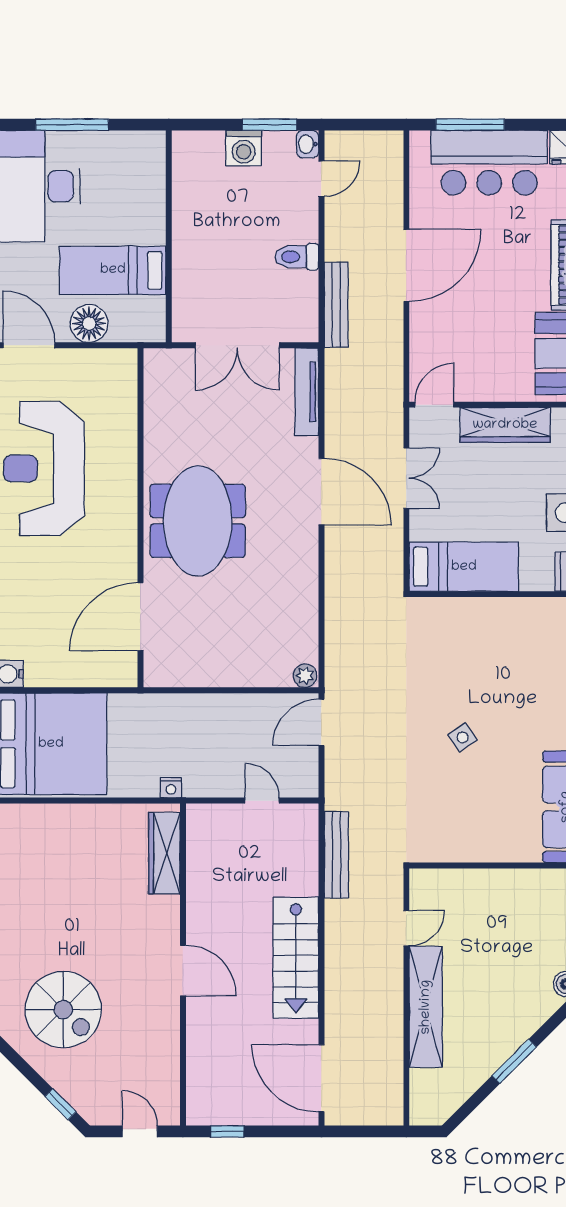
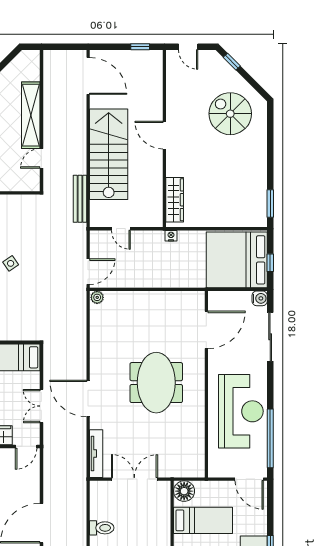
bench: (336, 305) -> (80, 501), removed
floor lamp: (89, 324) -> (184, 491), moved
wall: (141, 518) -> (206, 384), moved
door: (141, 617) -> (206, 330), moved
stairs: (296, 958) -> (109, 154), width x1.36, depth x1.51

